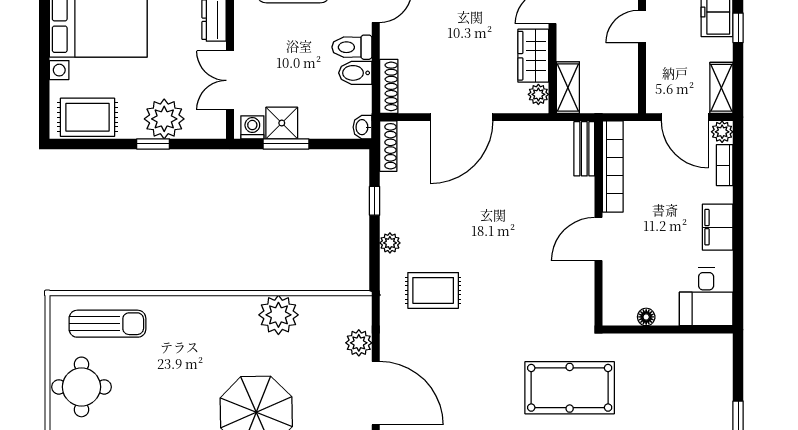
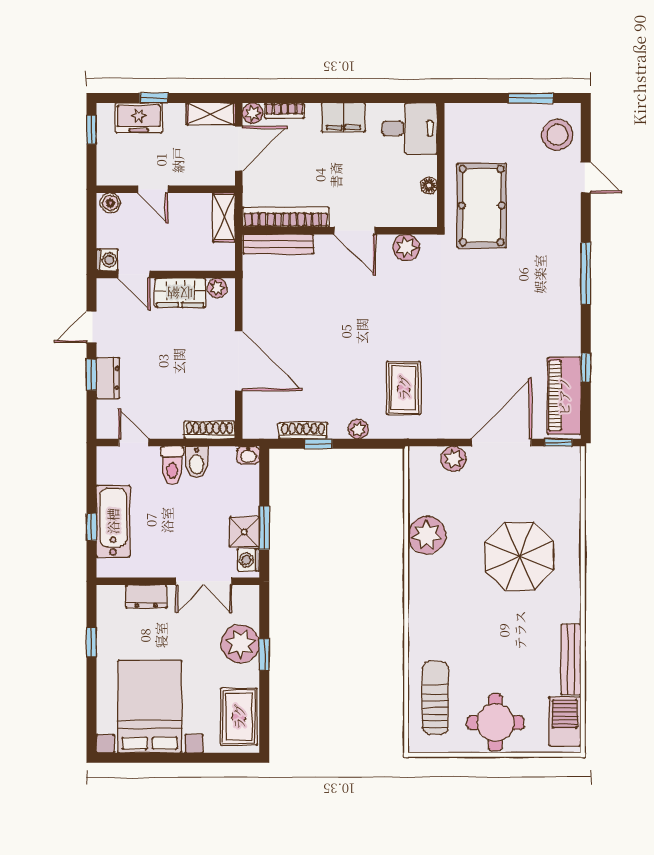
shelving: (568, 88) -> (224, 217), moved, turned 90
shoe rack: (388, 146) -> (303, 431), moved
bench: (584, 149) -> (278, 244), width x1.36
plant: (581, 293) -> (406, 248), added
pool table: (570, 388) -> (482, 206), moved

